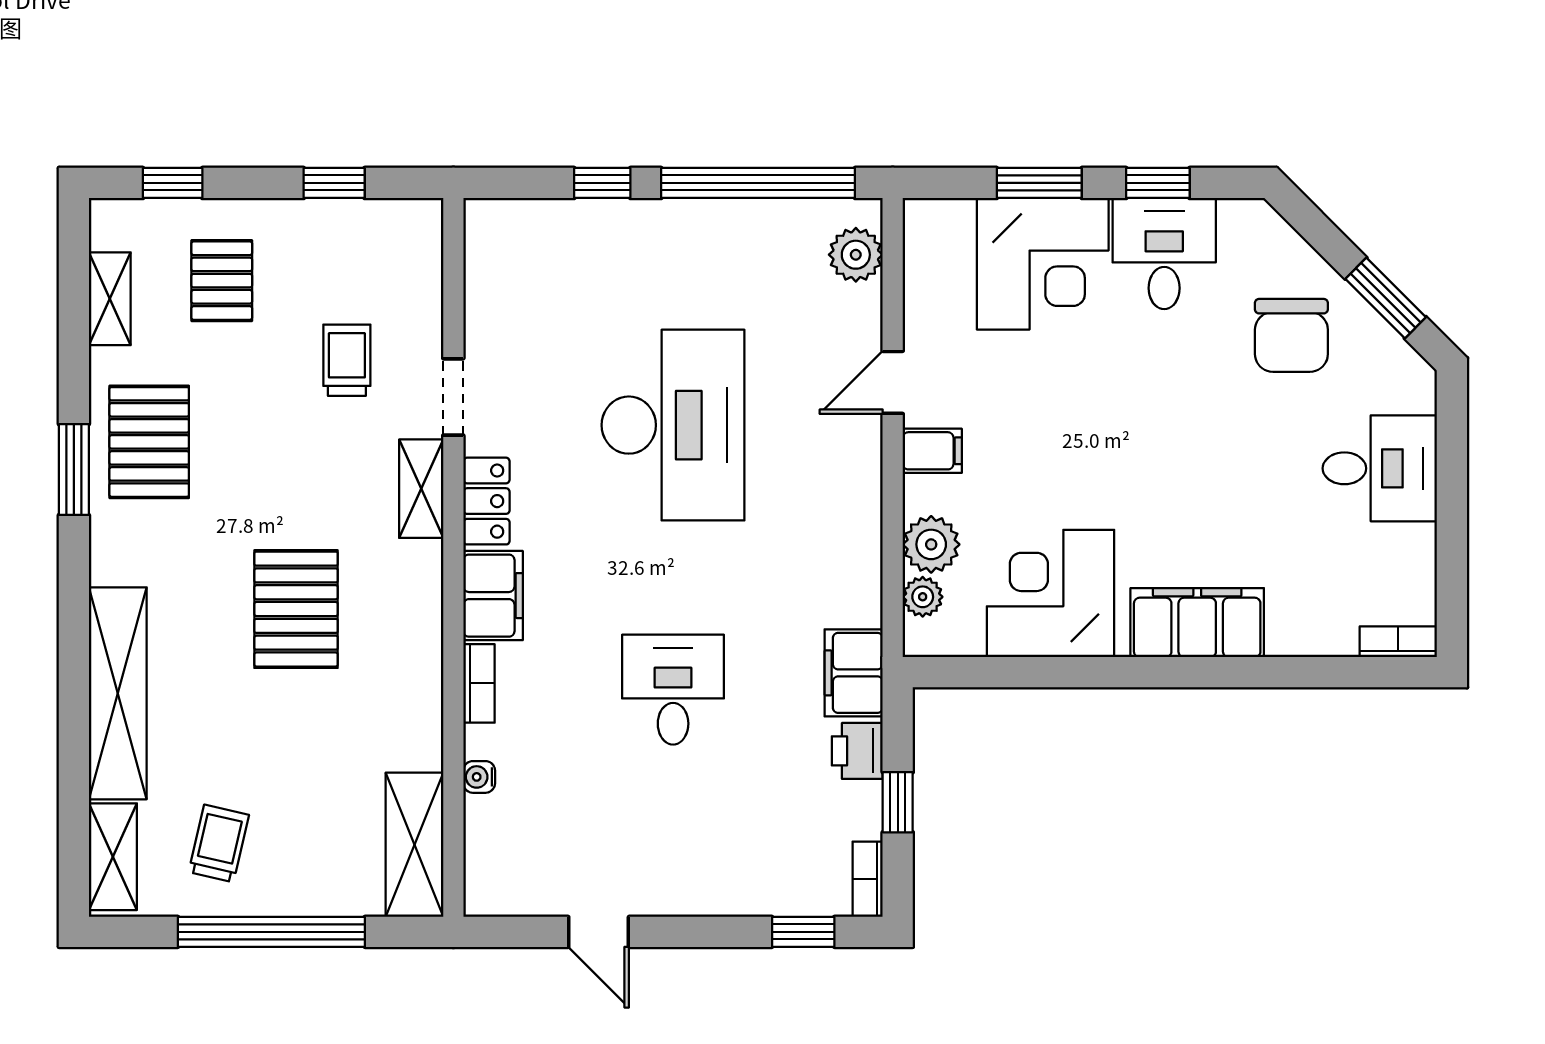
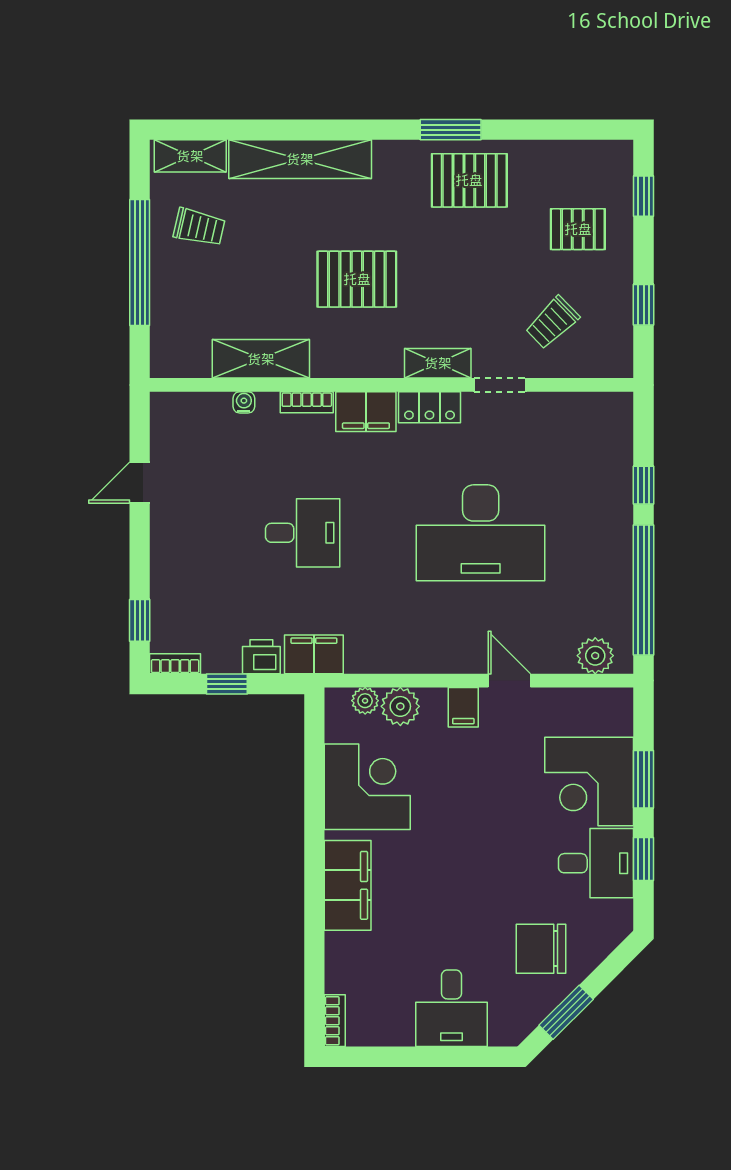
shelving: (110, 299) -> (566, 154), removed
trolley: (347, 360) -> (552, 322), moved, turned 136
shelving: (414, 845) -> (261, 359), moved

